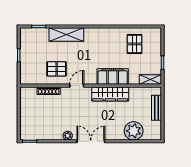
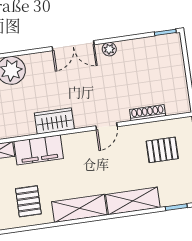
shelving: (102, 35) -> (79, 208), added
pallet: (57, 69) -> (162, 150), moved
filing cabinet: (113, 76) -> (39, 150), moved
wardrobe: (110, 94) -> (54, 121), width x0.67

